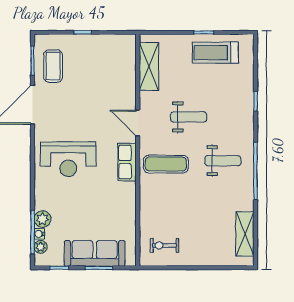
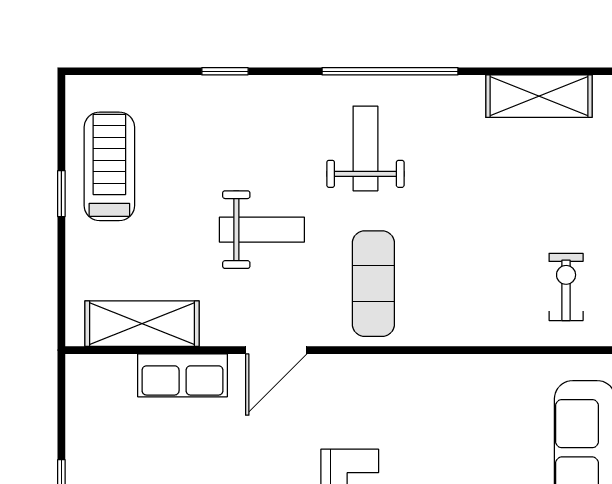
treadmill: (215, 53) -> (109, 166), turned 180
weight bench: (189, 117) -> (262, 230), turned 90
row of seats: (127, 162) -> (183, 375), moved
exercise bike: (164, 245) -> (566, 287), turned 180

